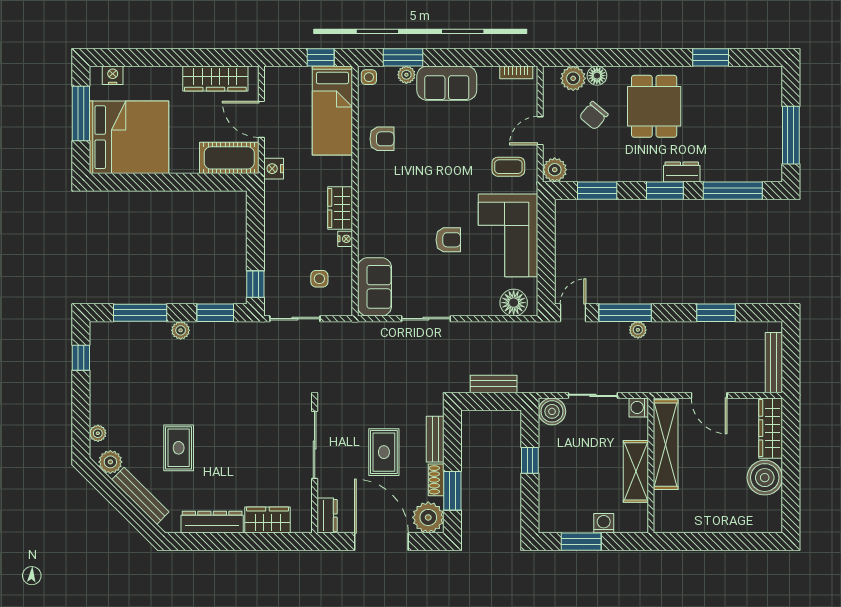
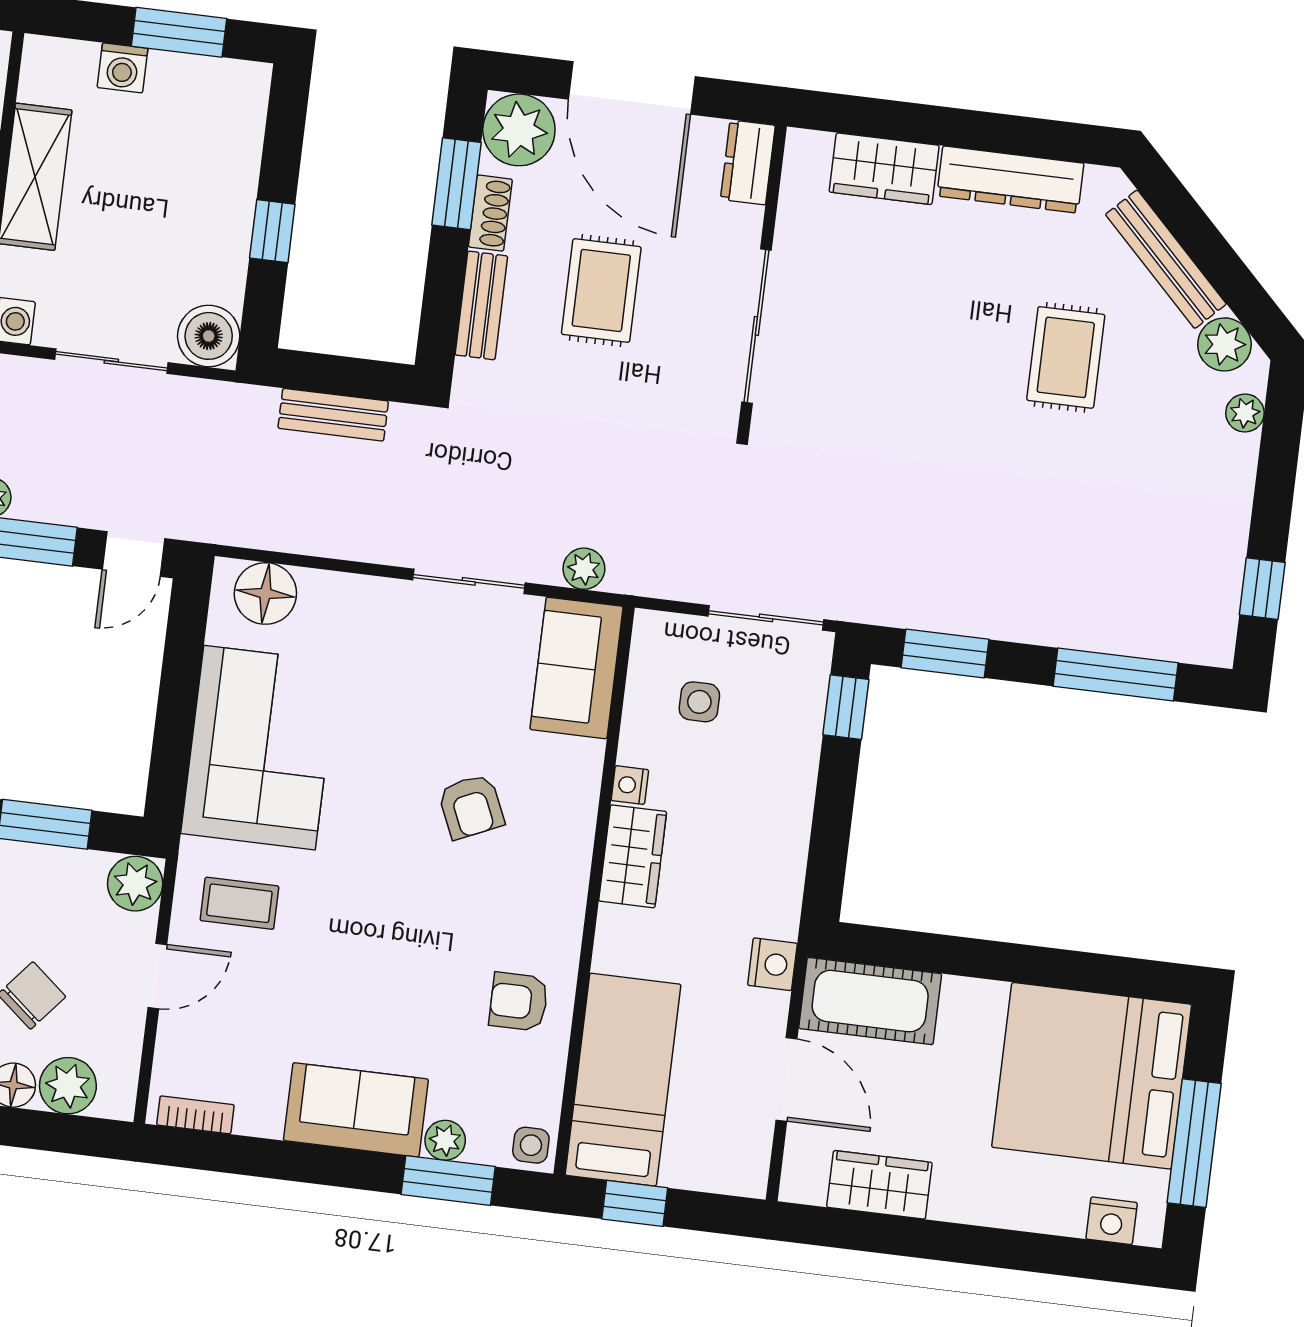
wardrobe: (215, 79) -> (879, 1185), width x0.67
armchair: (448, 240) -> (471, 807), moved, turned -114
plant: (181, 330) -> (584, 569), moved

